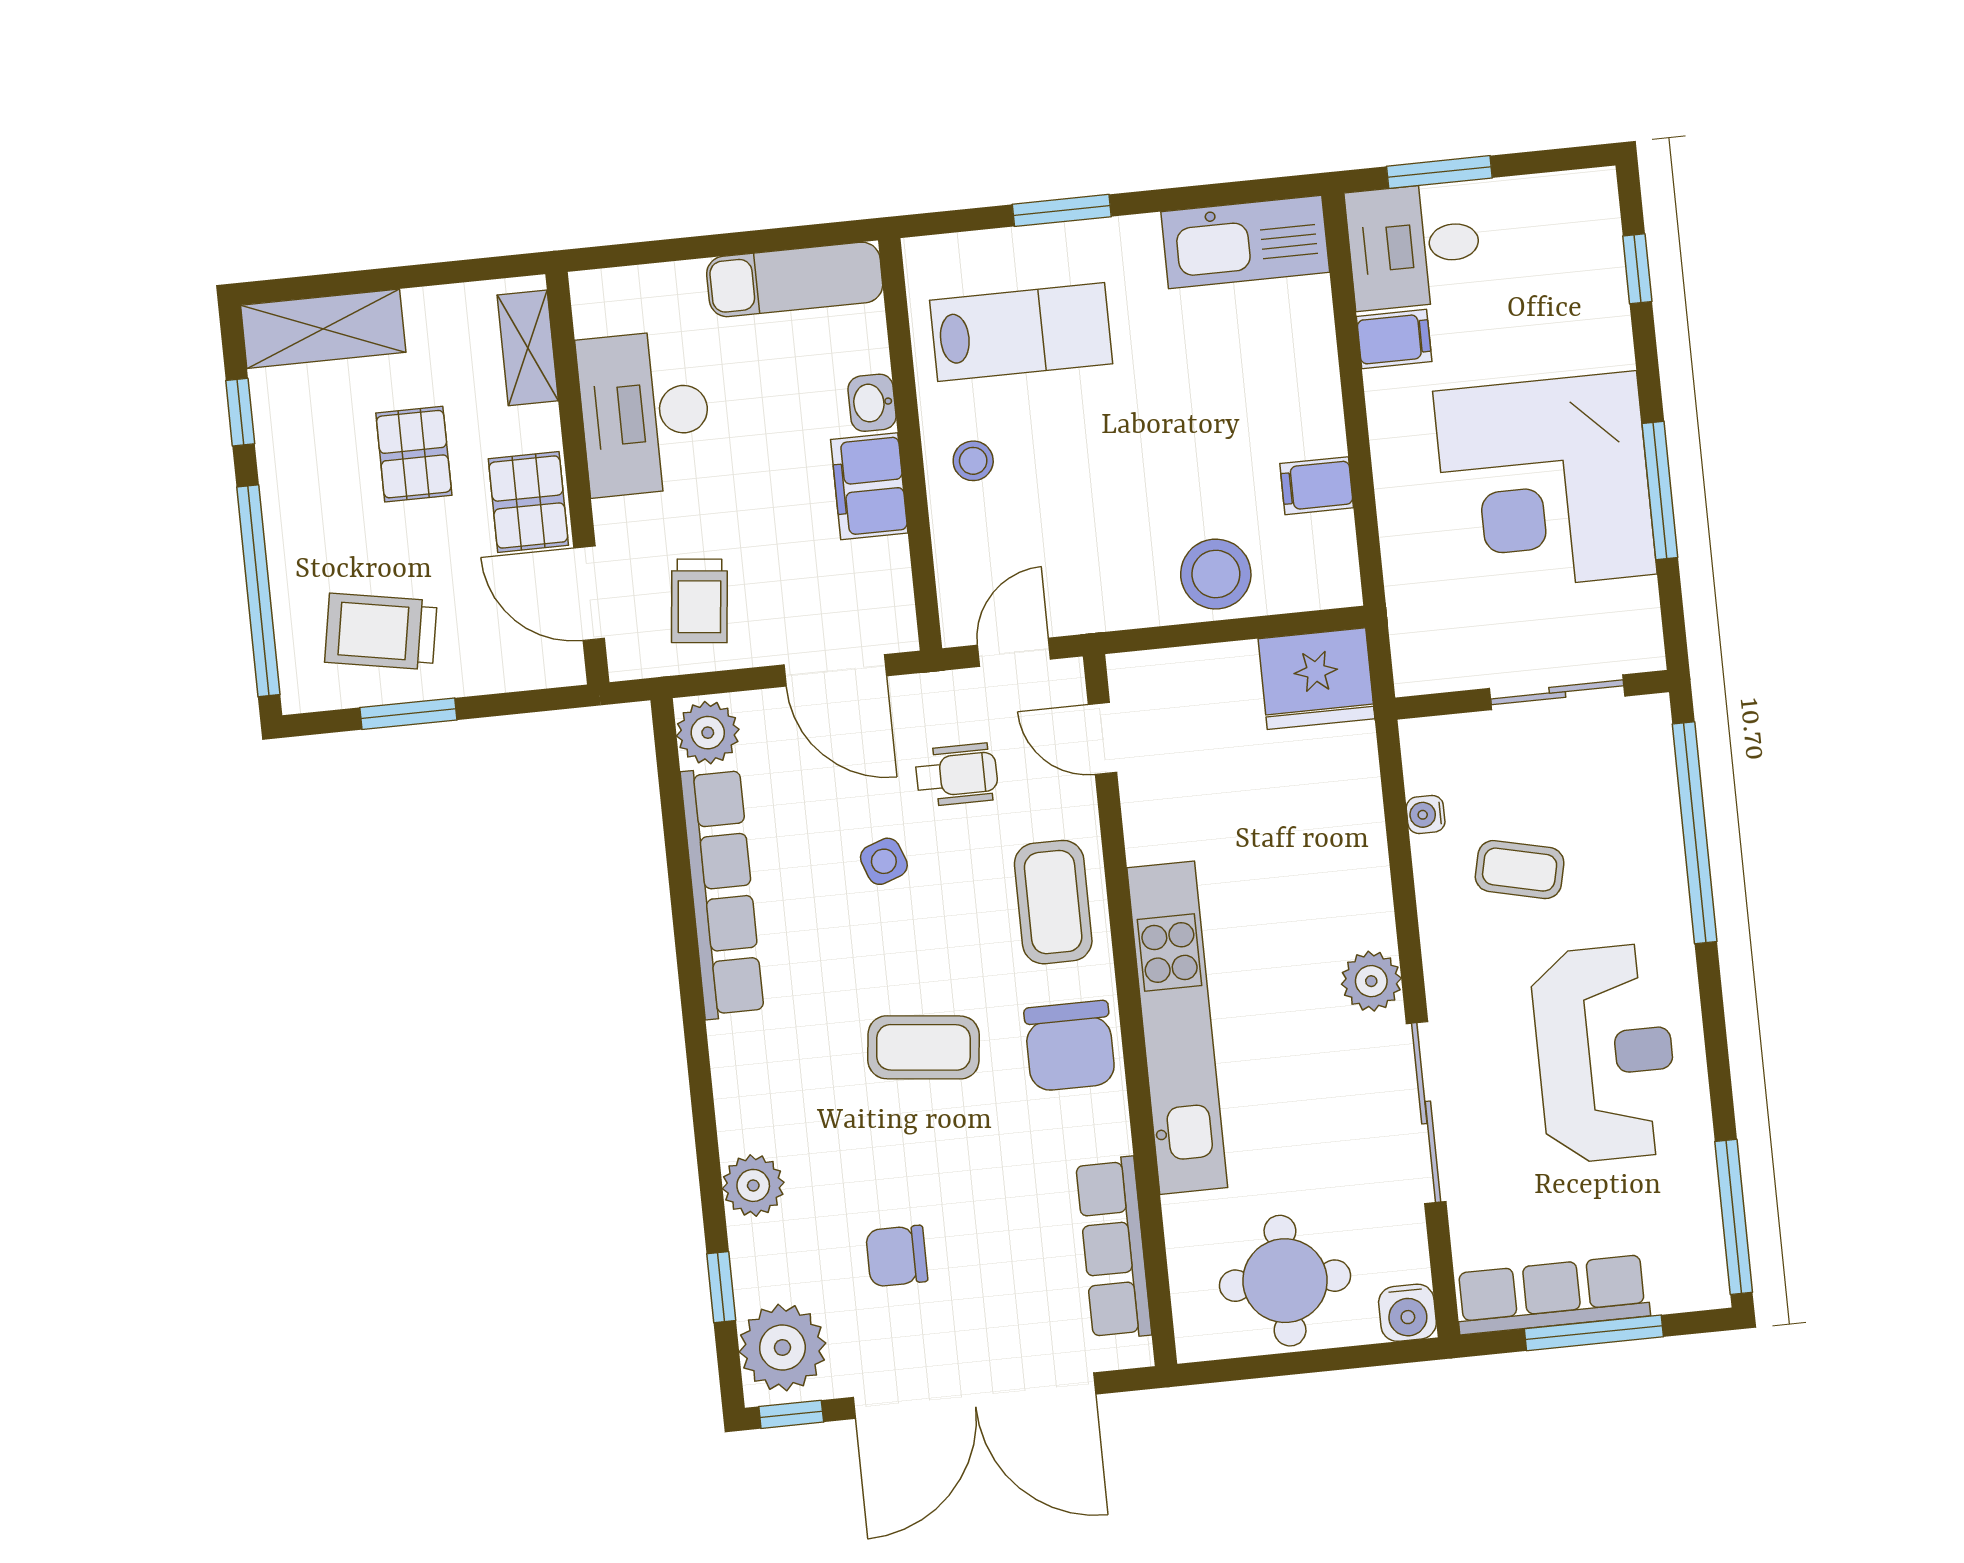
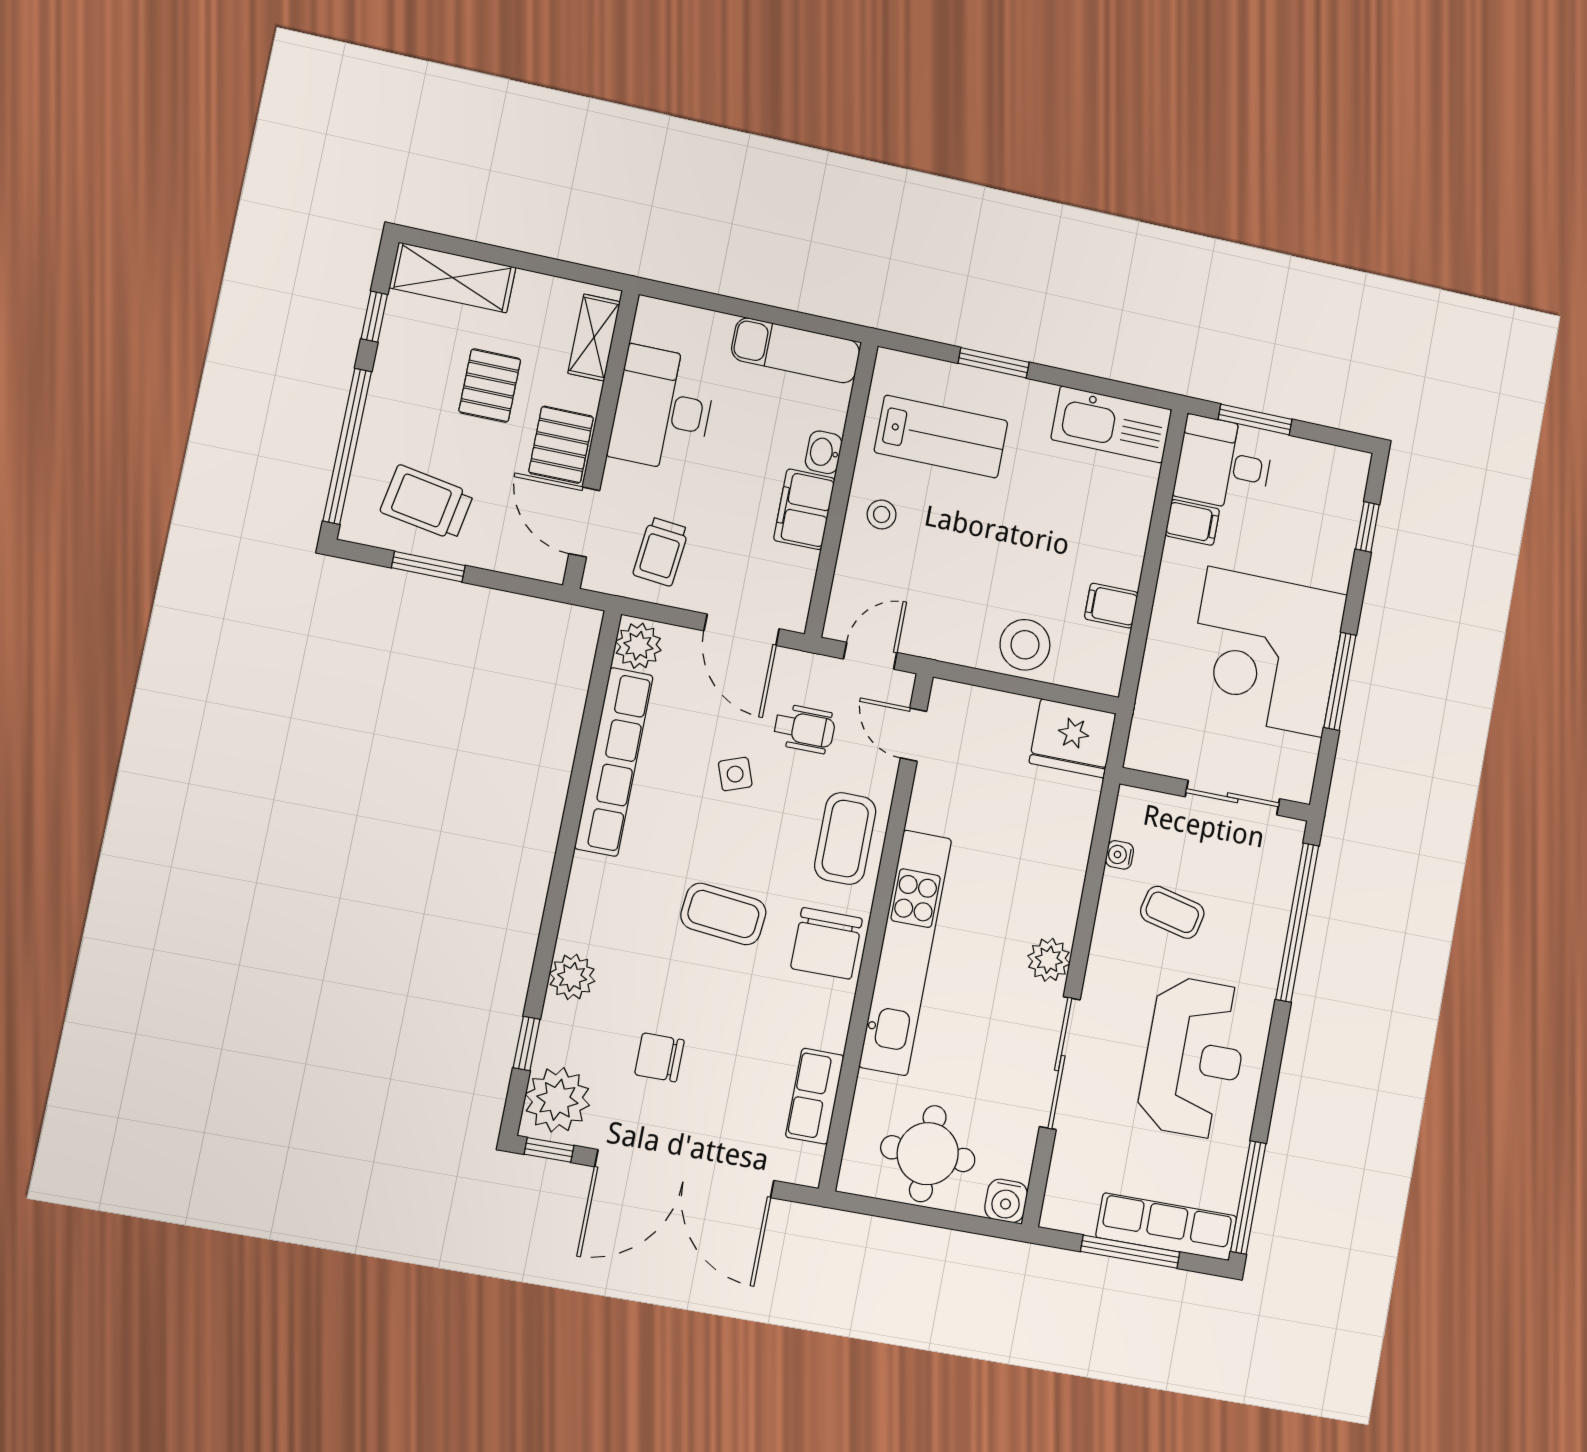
row of seats: (1114, 1248) -> (815, 1096), width x0.68
row of seats: (1552, 1295) -> (1166, 1227), moved

